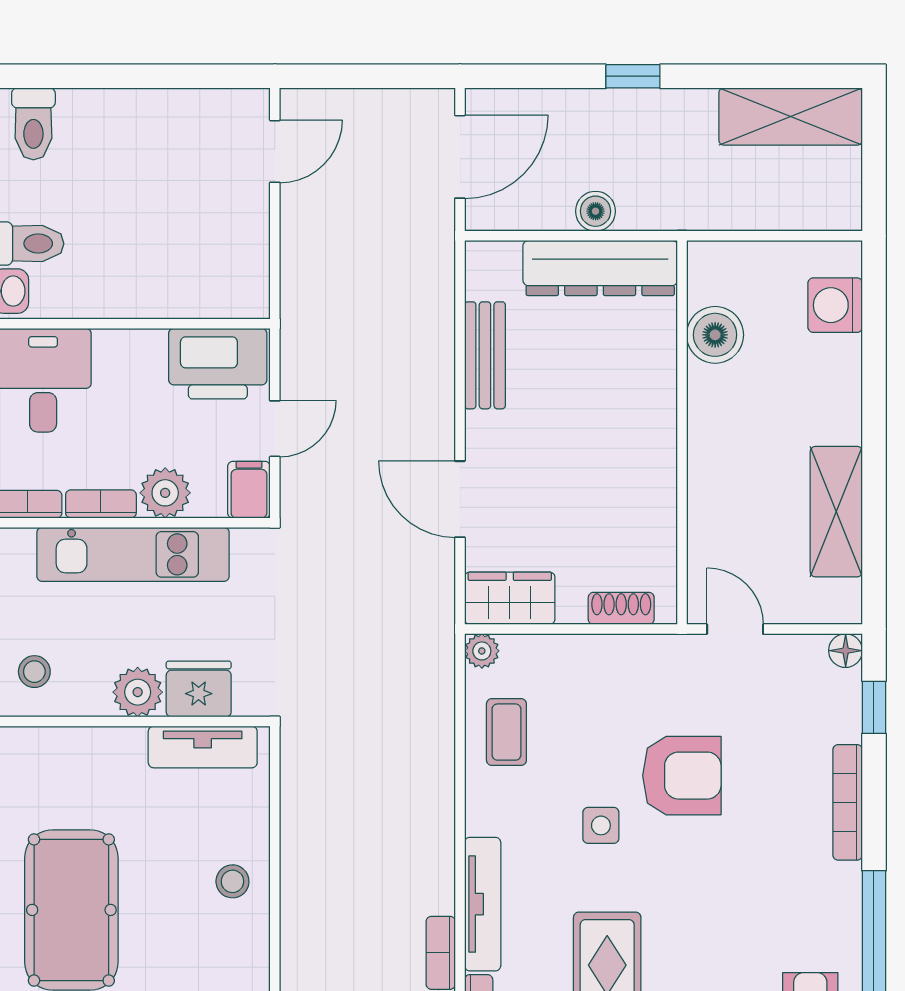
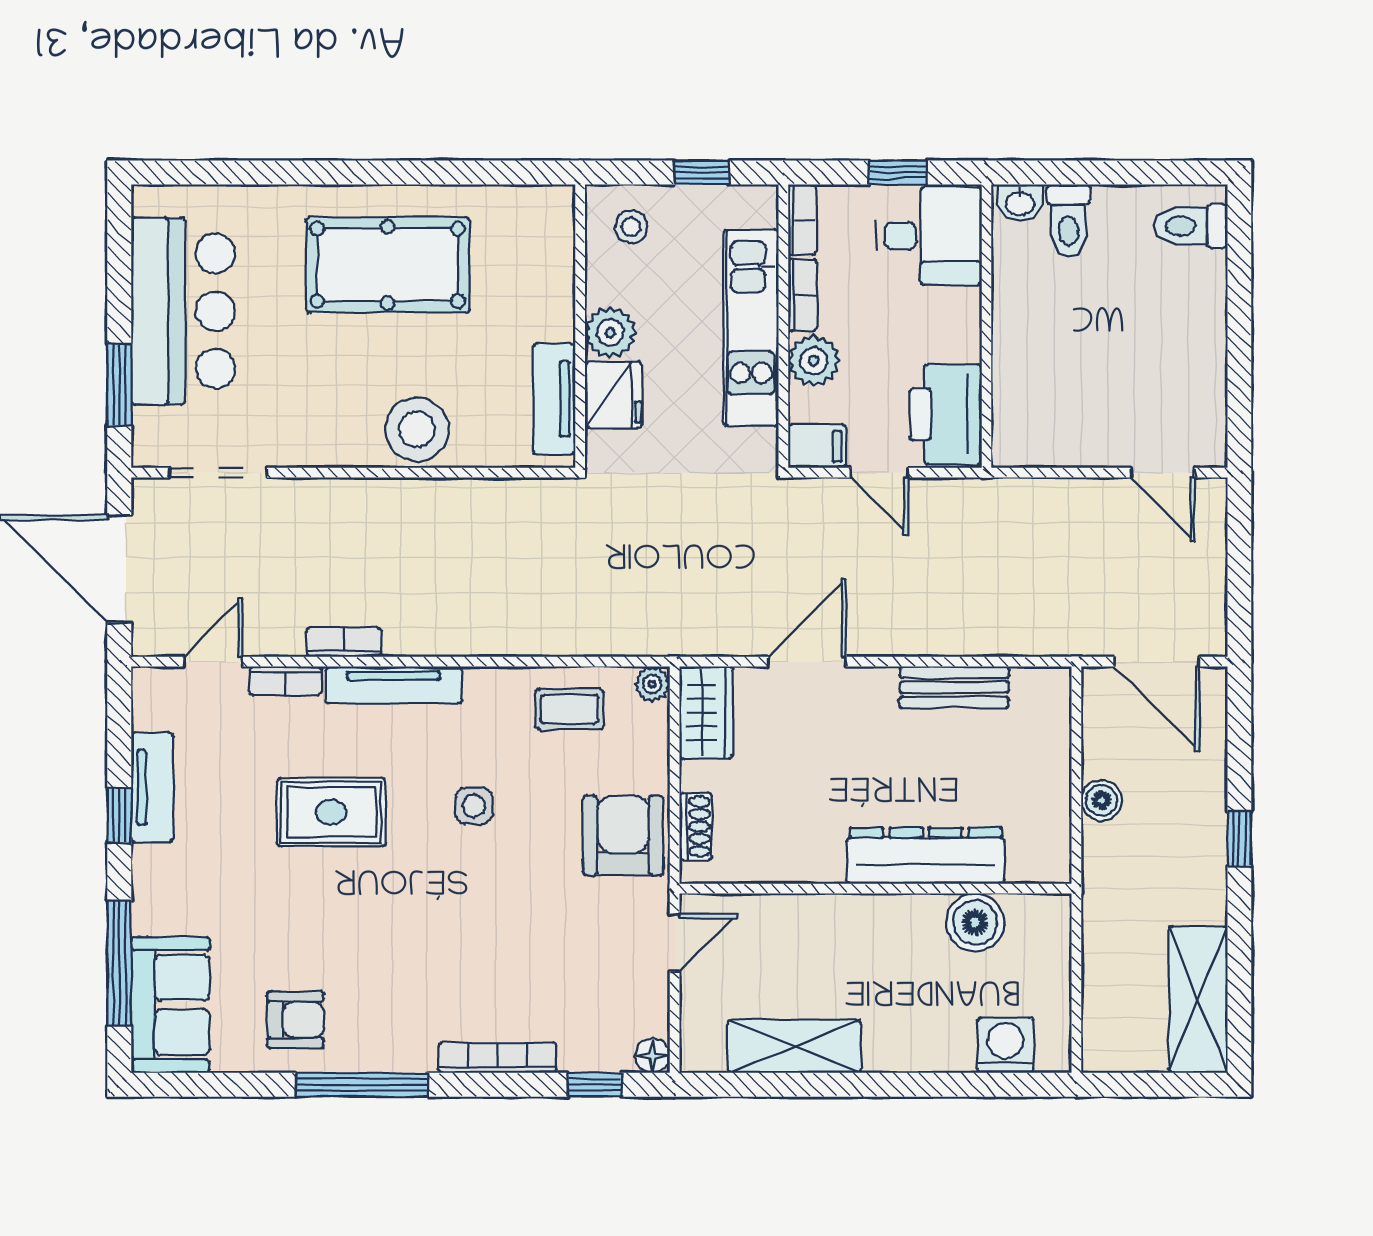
dresser: (600, 268) -> (926, 856), moved, turned 90
armchair: (682, 776) -> (623, 835), moved, turned 180
stool: (232, 881) -> (417, 429), width x1.89, depth x1.89

